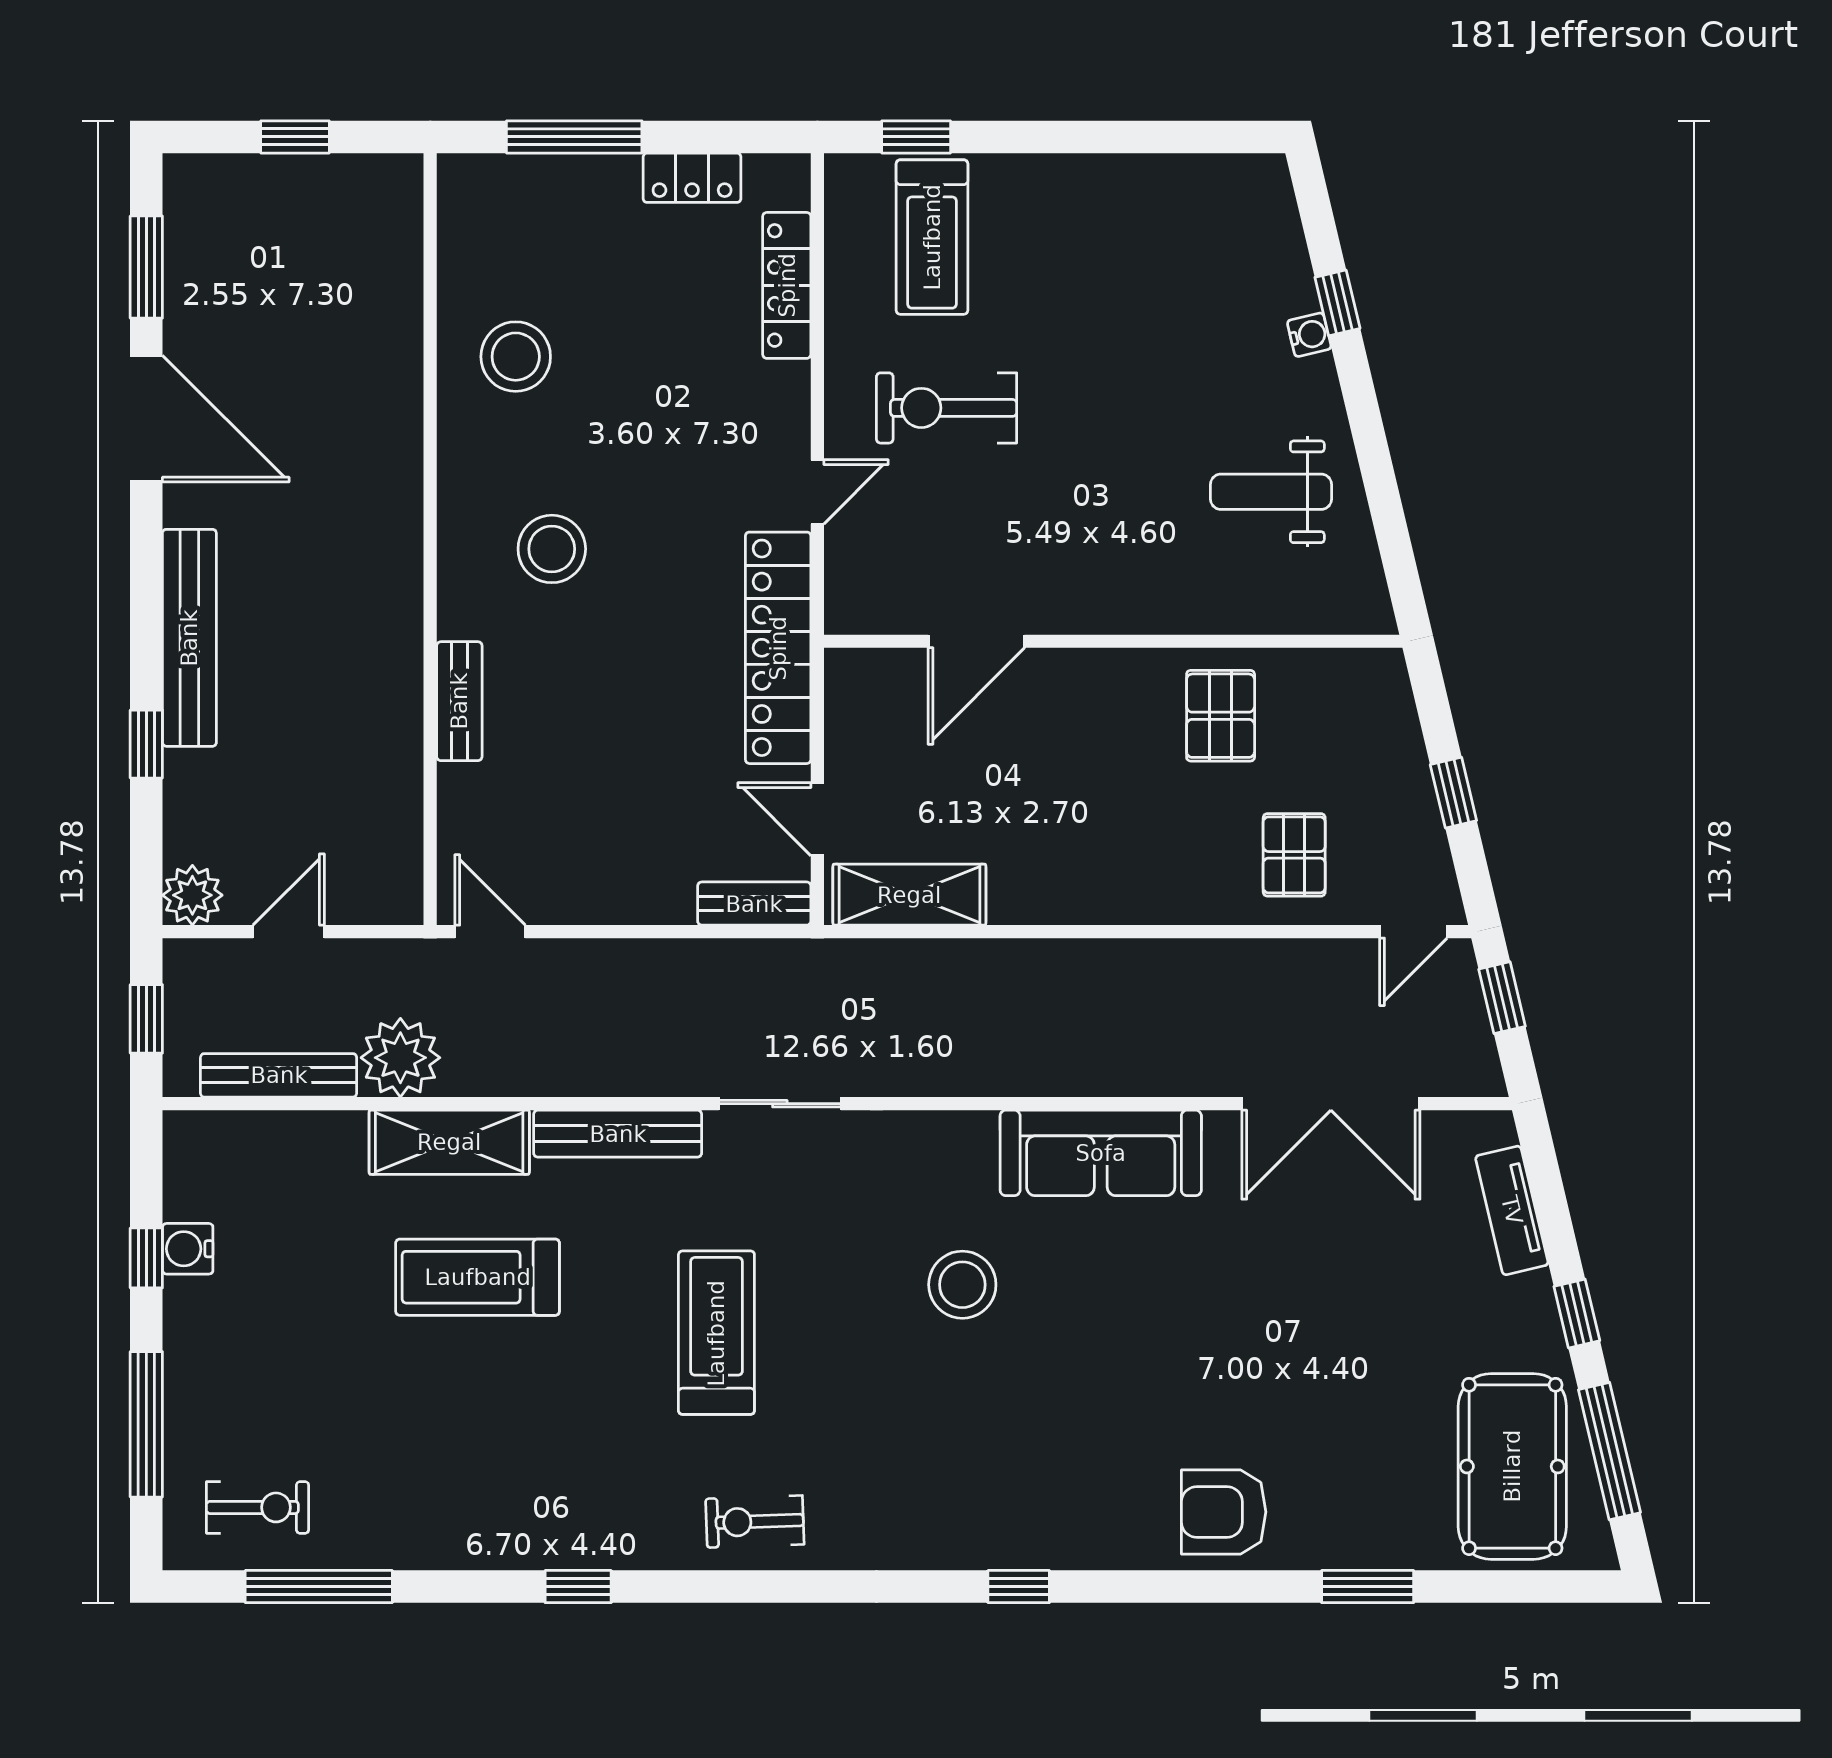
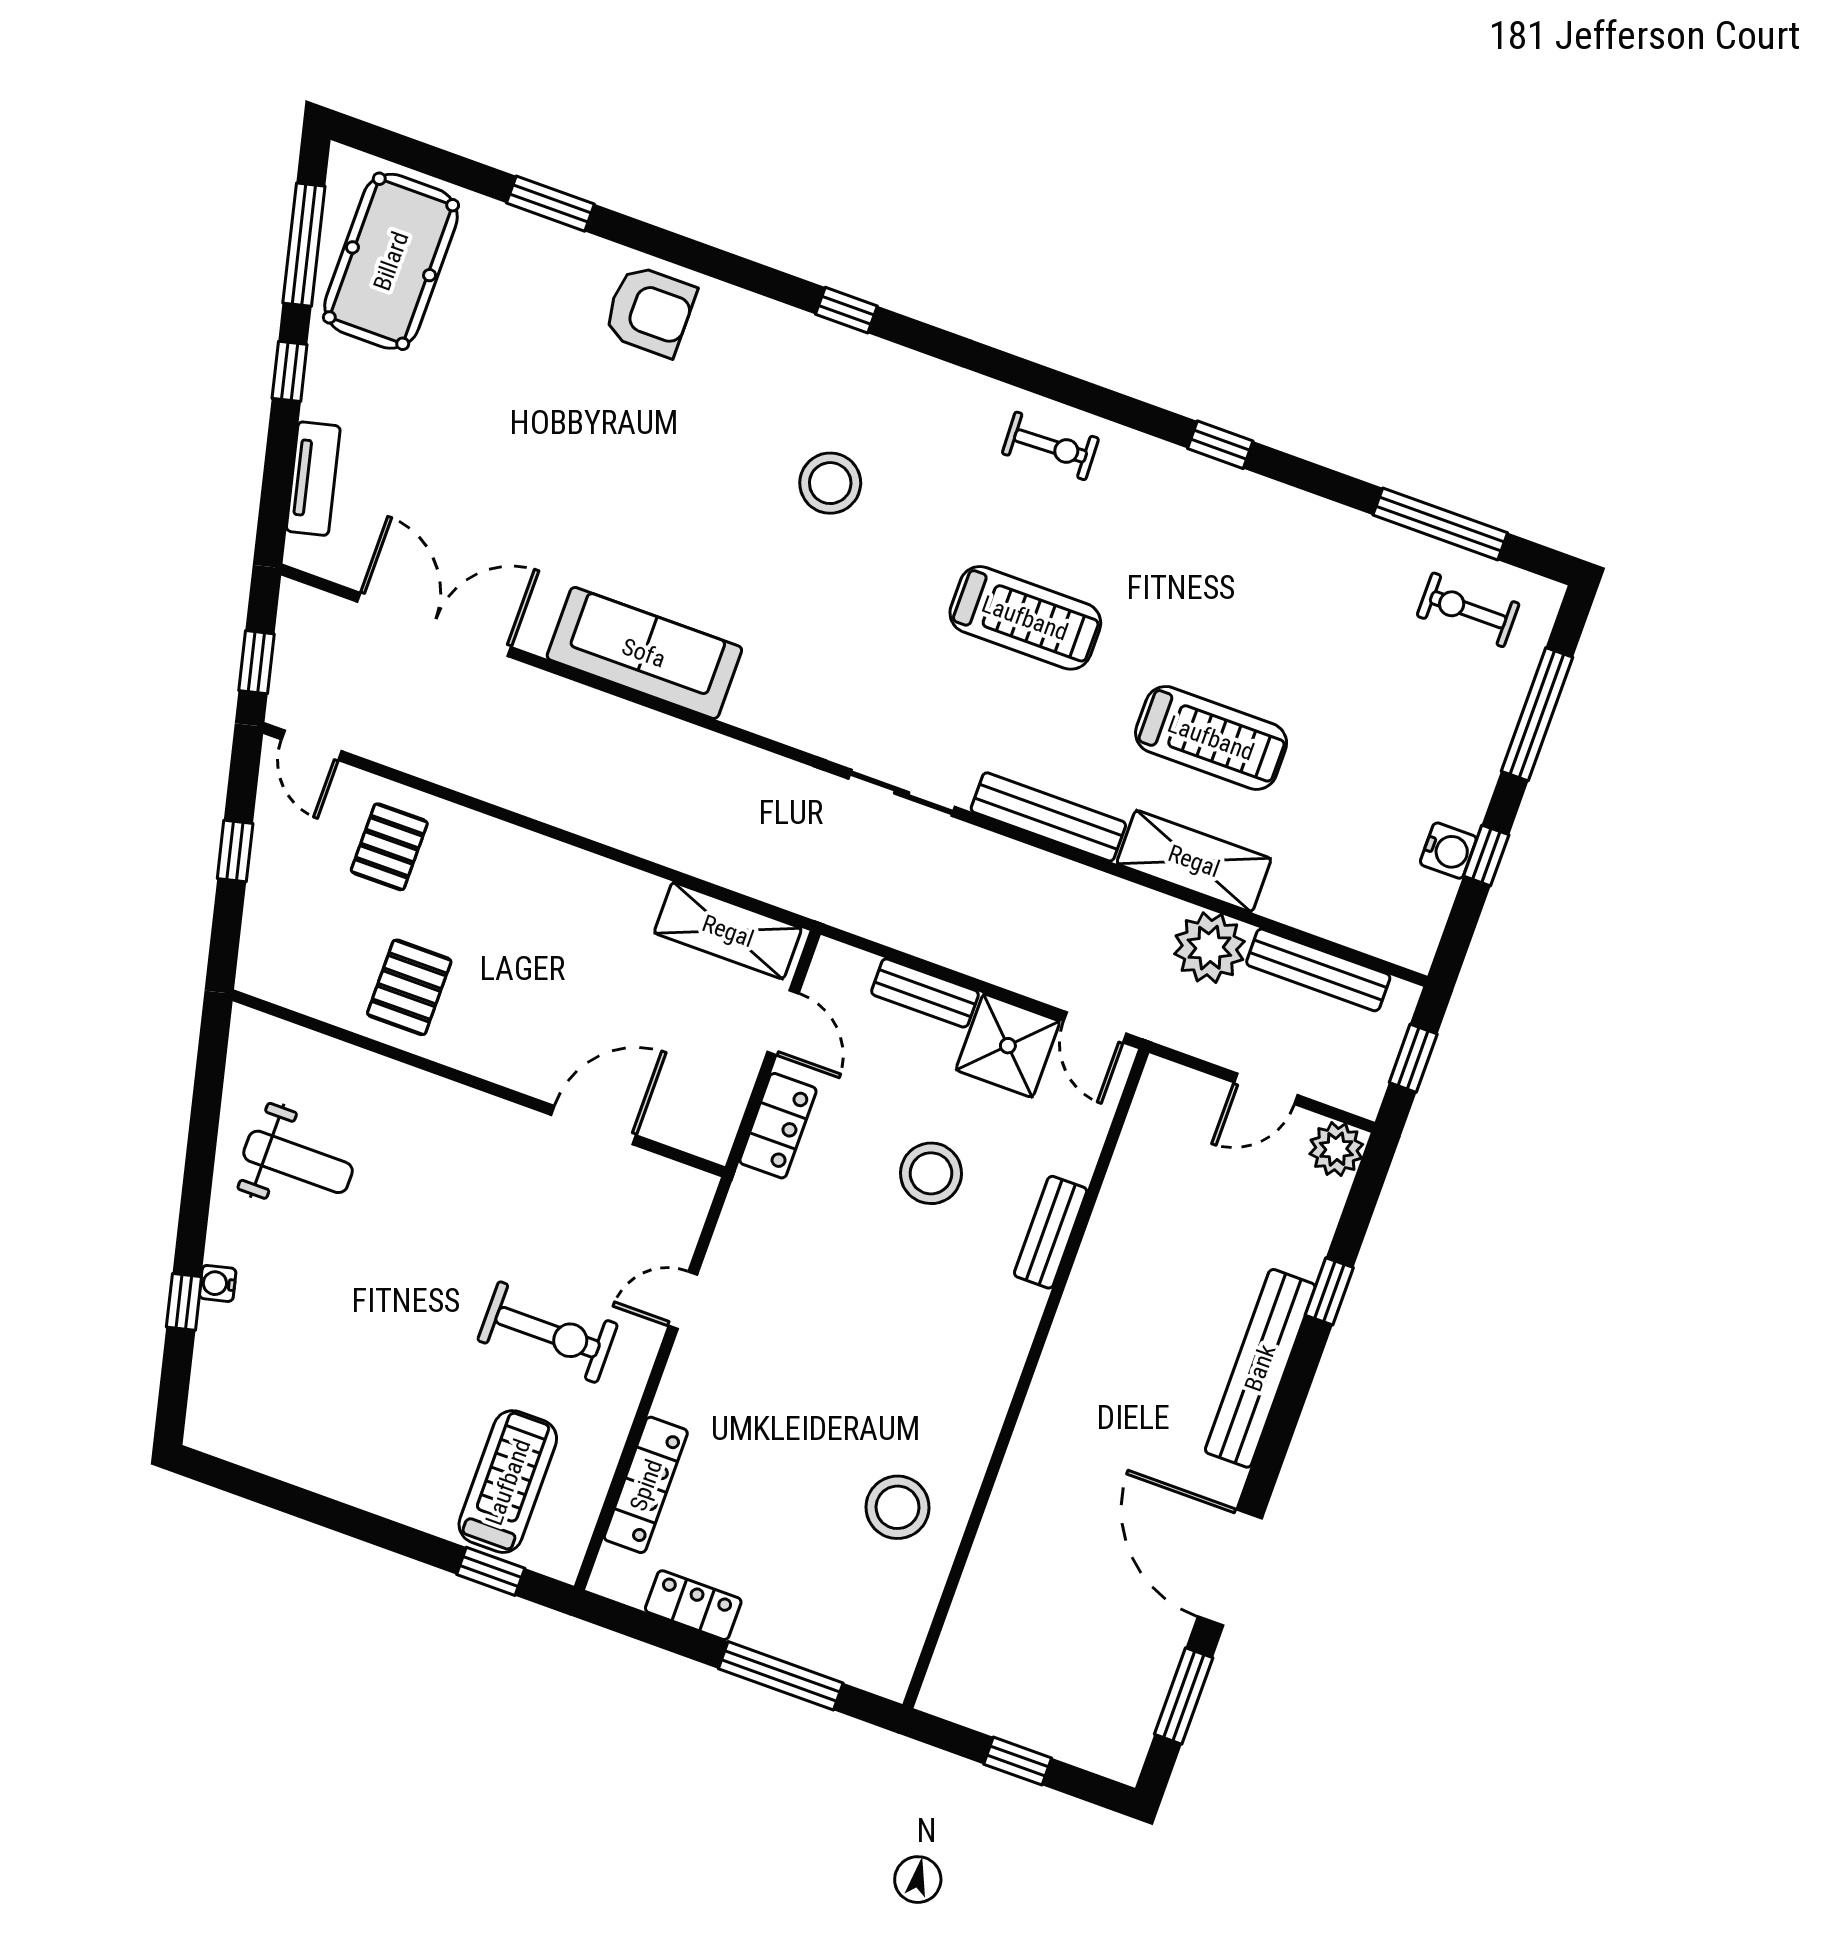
stool: (552, 549) -> (931, 1173), moved
locker: (778, 648) -> (778, 1126), width x0.46, depth x0.83
shower: (574, 880) -> (1008, 1046), added
bench: (754, 904) -> (925, 993), moved
door: (1413, 932) -> (312, 745), swing flipped
stool: (962, 1285) -> (830, 483), moved
treadmill: (716, 1333) -> (1025, 618), turned -90

